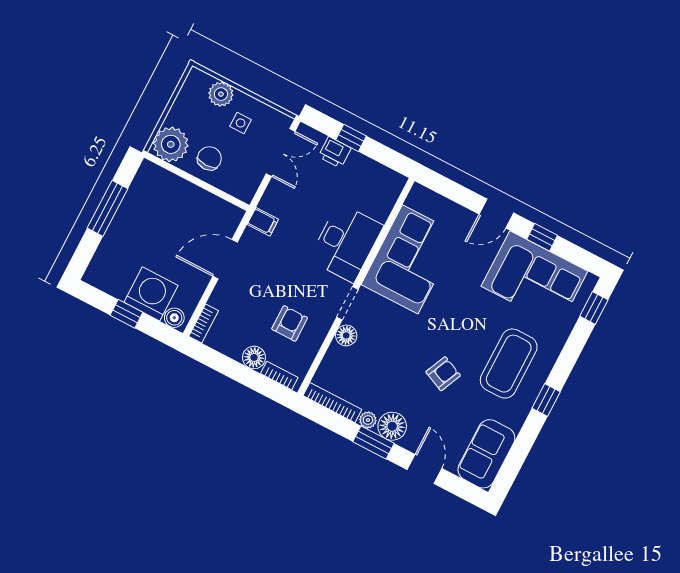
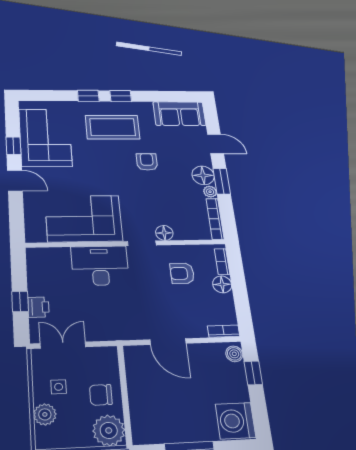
filing cabinet: (263, 222) -> (123, 330), removed
washing machine: (151, 294) -> (236, 421), moved
window: (594, 308) -> (88, 96), moved
window: (126, 314) -> (253, 373), moved
armchair: (443, 374) -> (147, 162), turned 66
door: (424, 469) -> (216, 144), swing flipped

